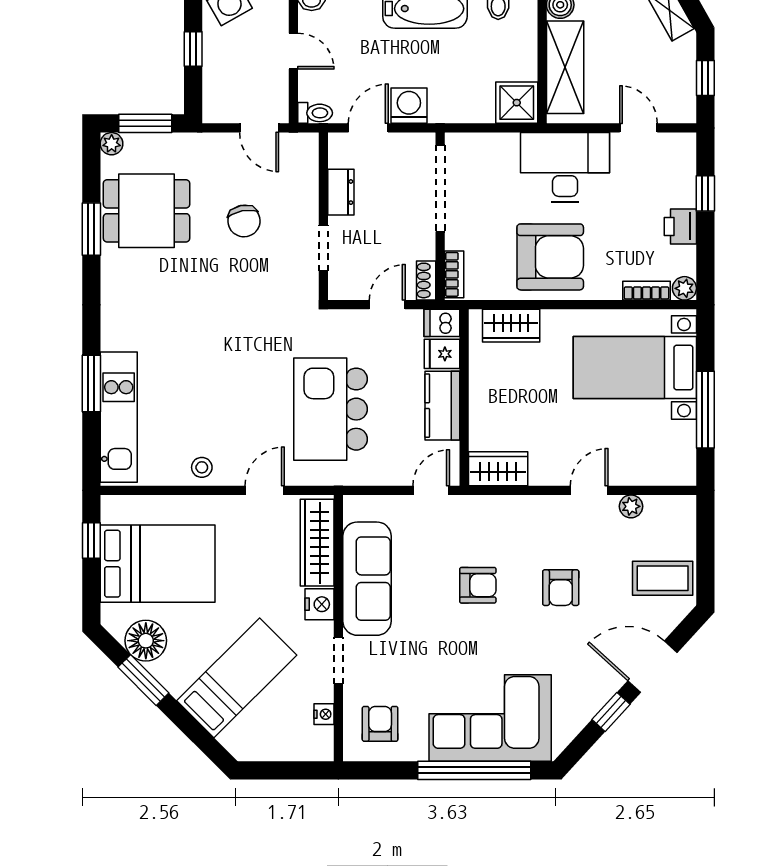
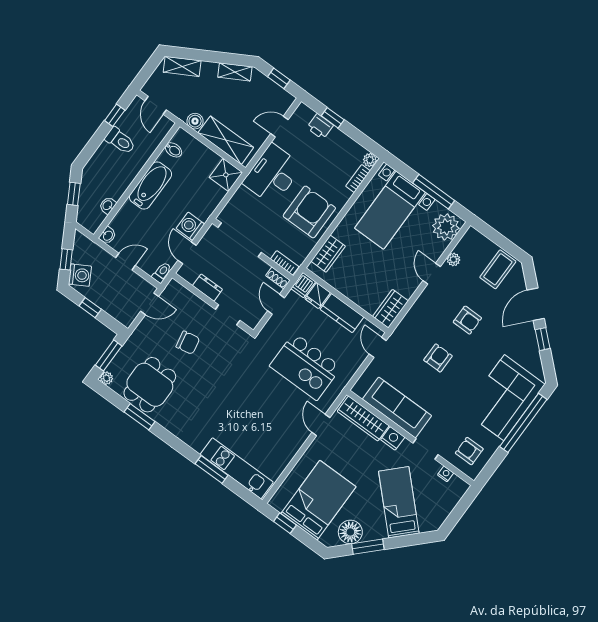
printer: (680, 226) -> (320, 126), moved
plant: (669, 463) -> (446, 227), added
stool: (202, 467) -> (289, 447), removed

